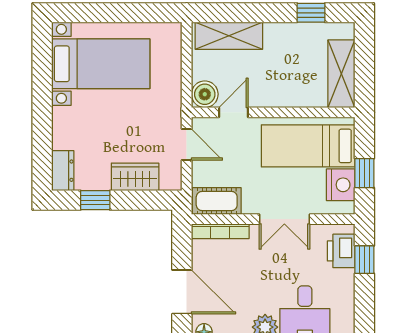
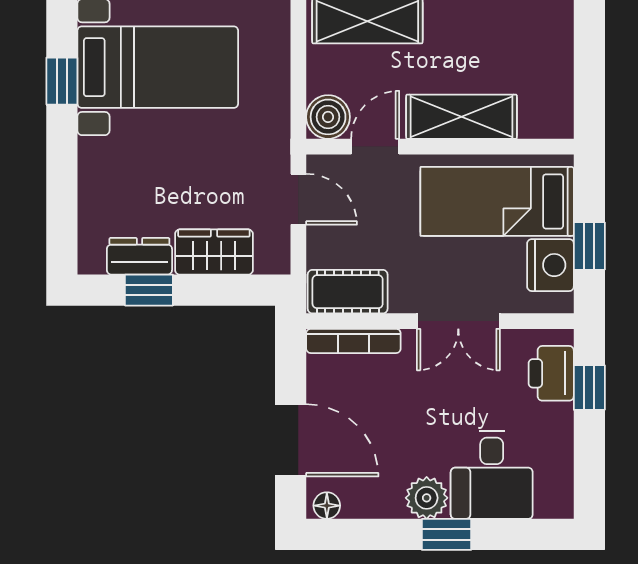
window: (42, 72) -> (62, 81), added
shelving: (341, 74) -> (462, 117), moved, turned 90
dresser: (63, 171) -> (139, 256), moved, turned -90

